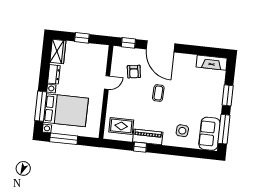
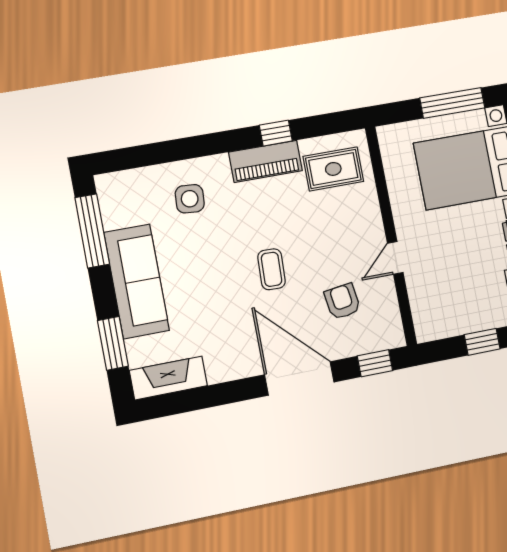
window: (228, 95) -> (113, 343), moved
sofa: (209, 134) -> (137, 281), moved, width x1.36

